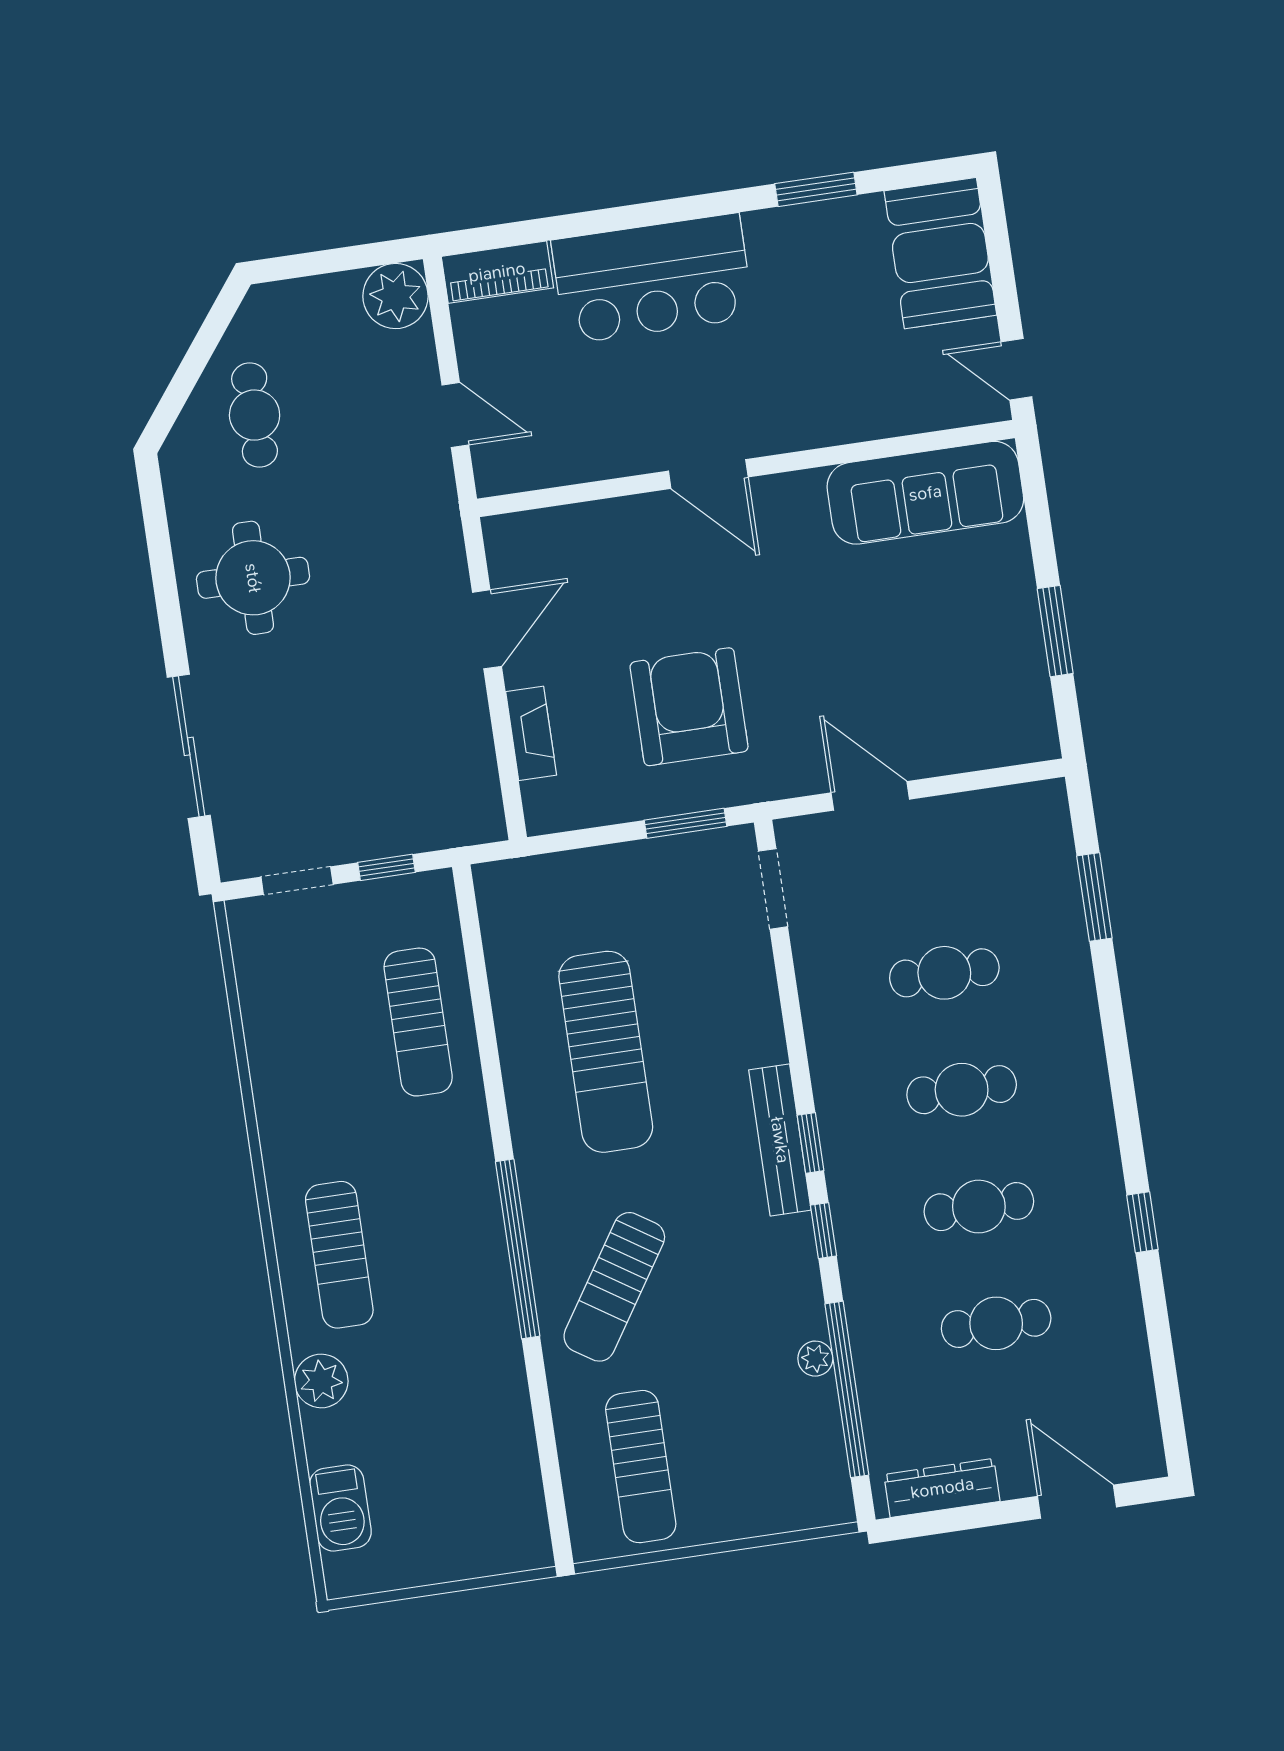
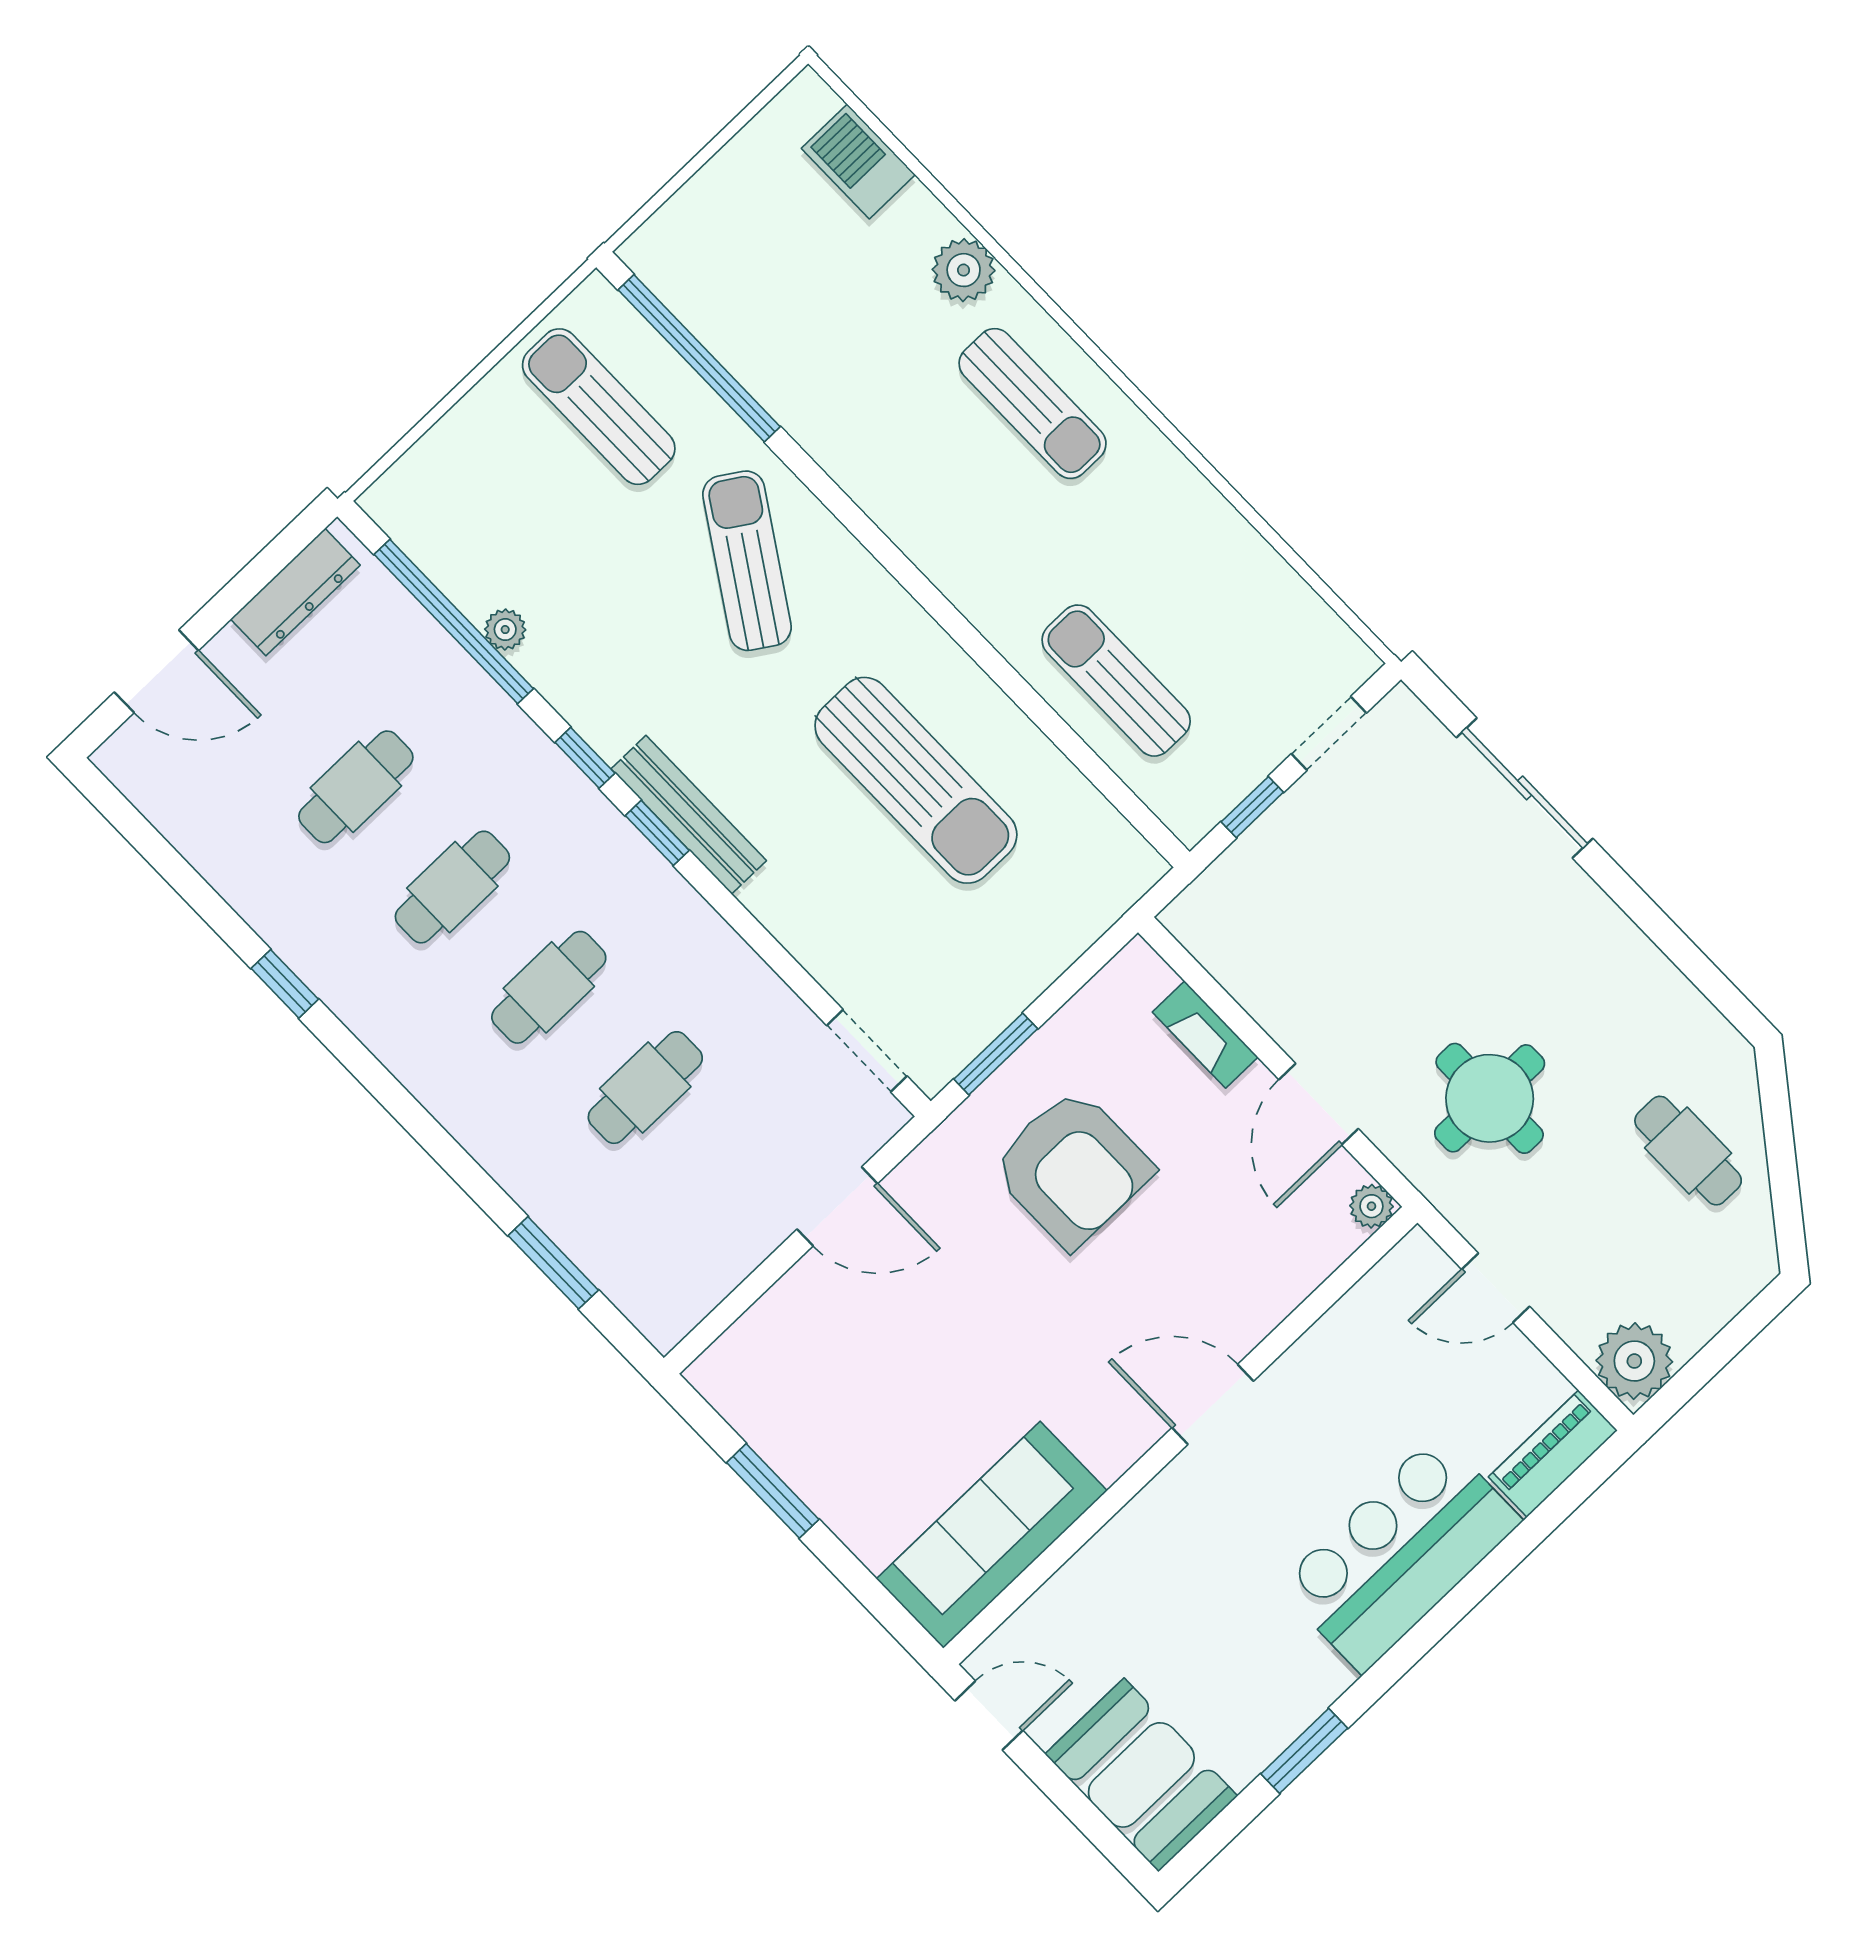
plant: (501, 533) -> (1371, 1206), added
round table: (253, 578) -> (1490, 1098), moved
sun lounger: (606, 1052) -> (916, 780), turned 180
window: (518, 1249) -> (699, 358), moved
sun lounger: (339, 1255) -> (1033, 403), turned 180

